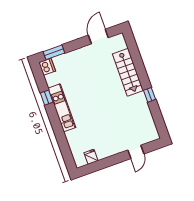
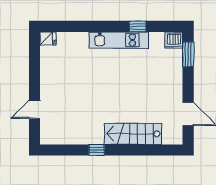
door: (136, 152) -> (35, 109), hinge flipped
fridge: (91, 157) -> (48, 38), moved

